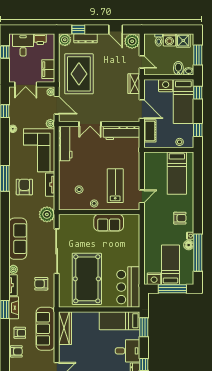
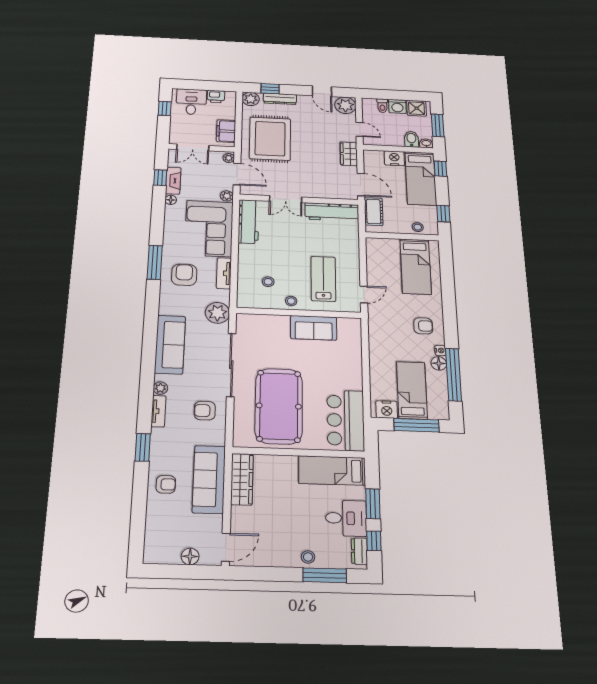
fireplace: (14, 308) -> (173, 181), moved
window: (144, 327) -> (373, 504), moved
armchair: (16, 351) -> (158, 514), removed

